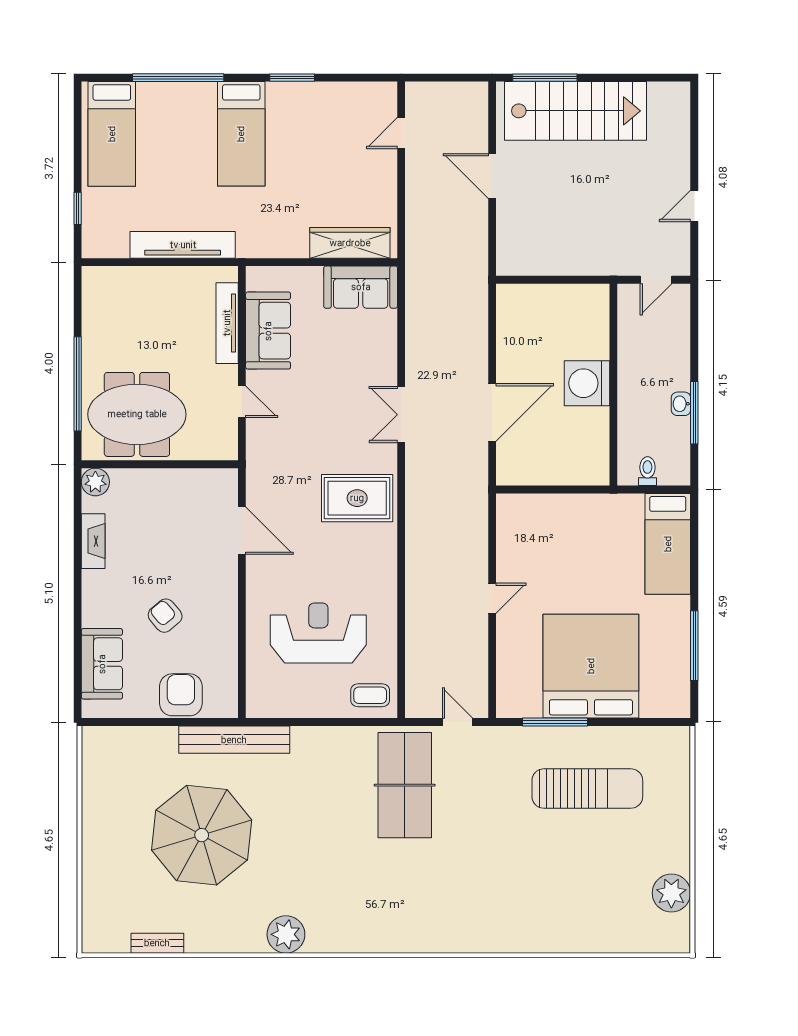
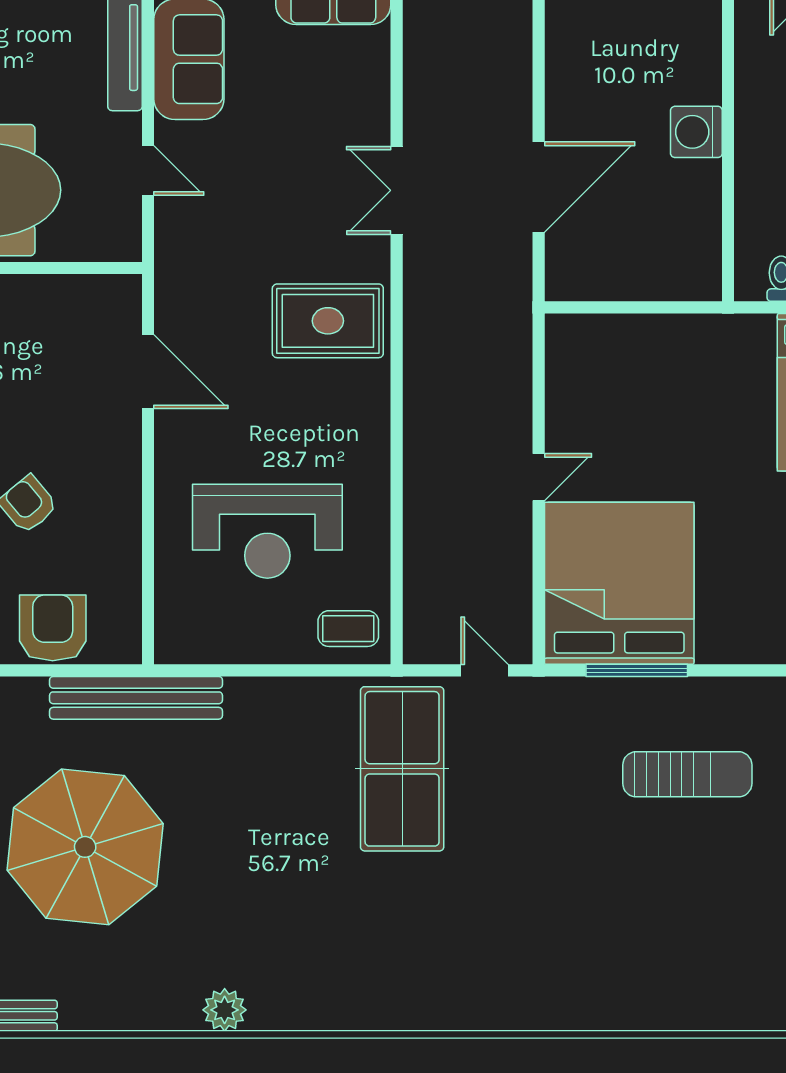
washing machine: (587, 383) -> (696, 132), width x0.73, depth x0.73
reception desk: (318, 633) -> (267, 531), turned 180
bed: (591, 666) -> (619, 583), moved
sun lounger: (587, 789) -> (687, 774), width x0.73, depth x0.75
plant: (286, 934) -> (225, 1010), width x0.73, depth x0.73

